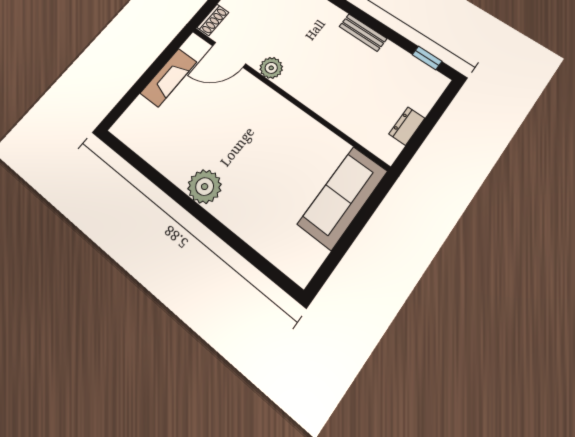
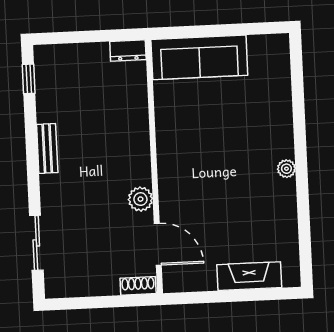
fireplace: (169, 77) -> (249, 276), moved
dresser: (407, 126) -> (128, 51), moved
plant: (205, 187) -> (286, 169), width x0.53, depth x0.53

